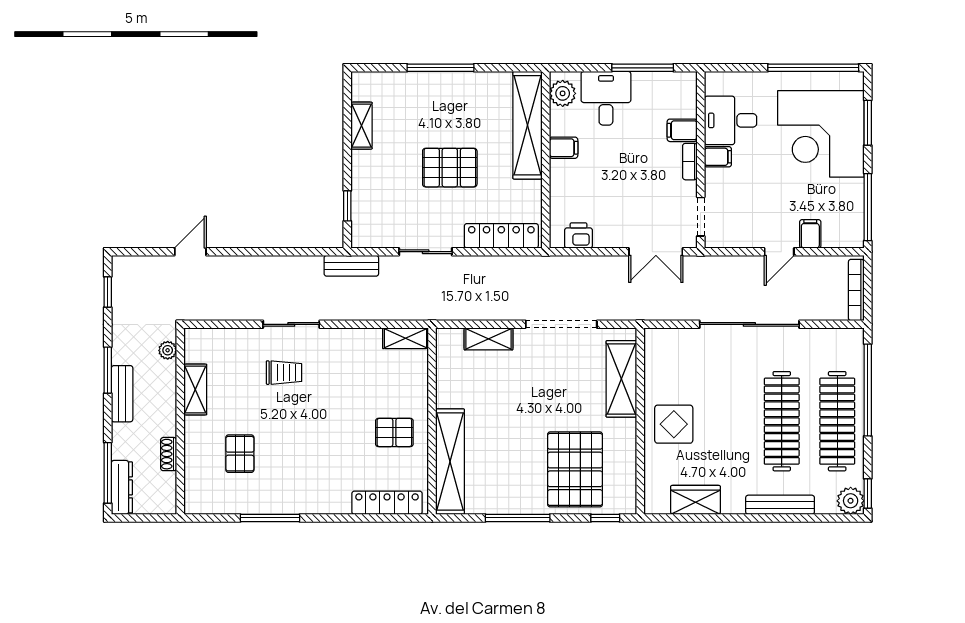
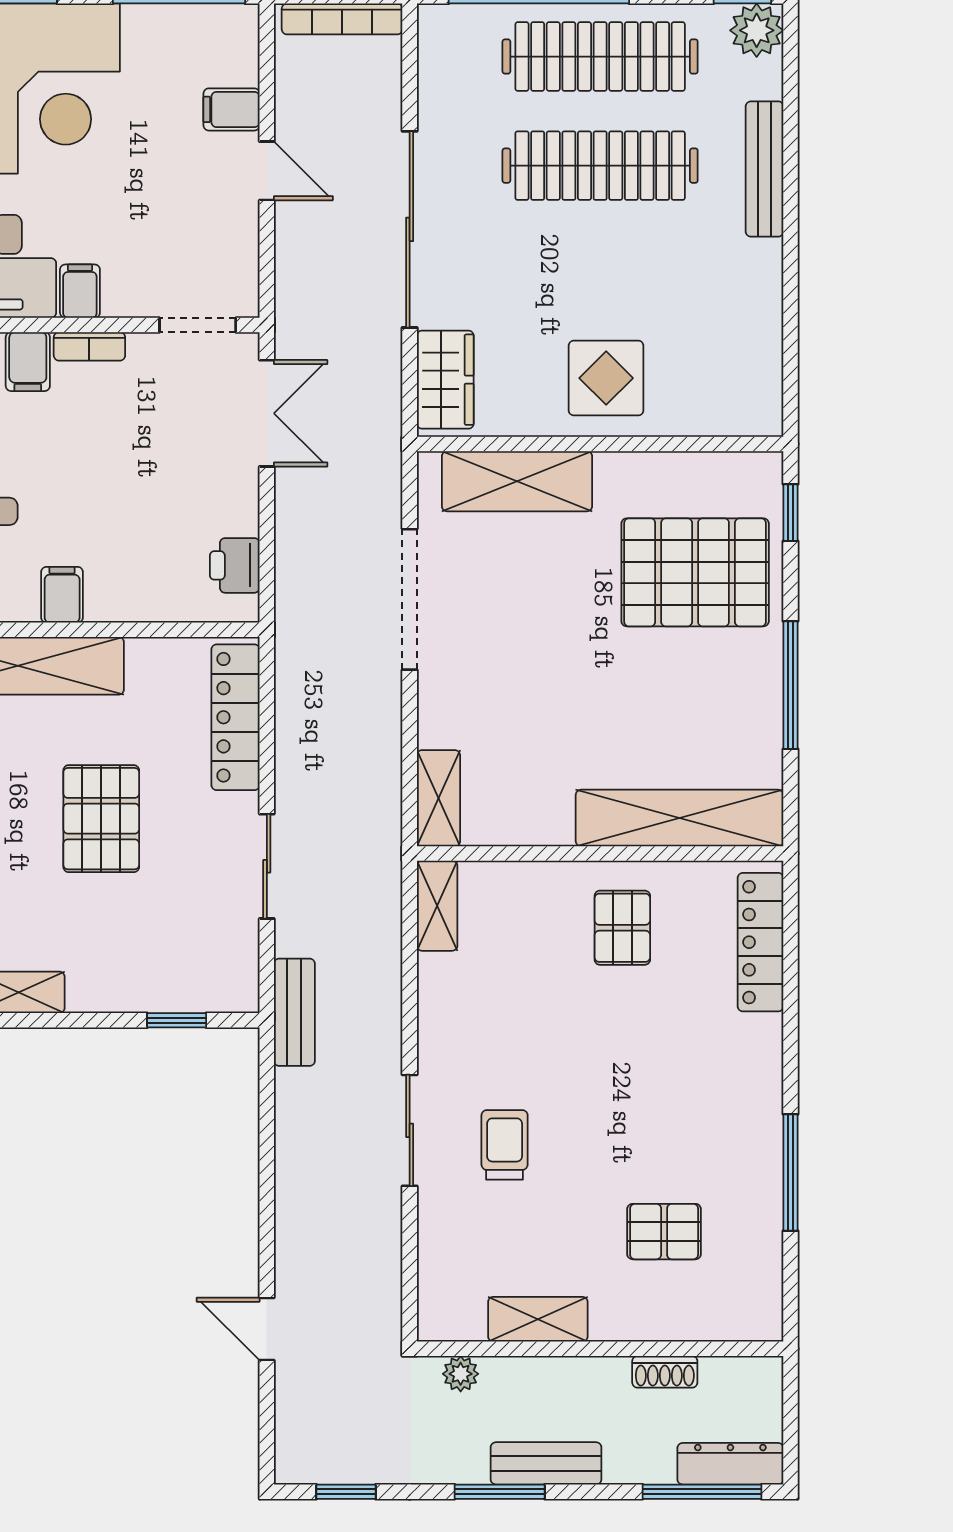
shelving: (488, 339) -> (438, 798), moved
wardrobe: (696, 500) -> (445, 380), moved, turned 180

